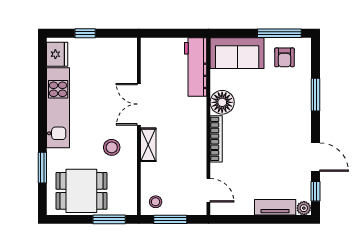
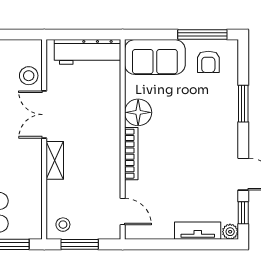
workbench: (196, 67) -> (88, 52), moved, turned -90
stool: (112, 147) -> (29, 76), moved

